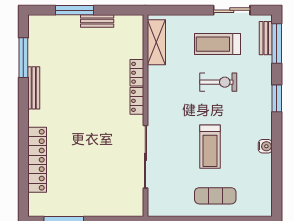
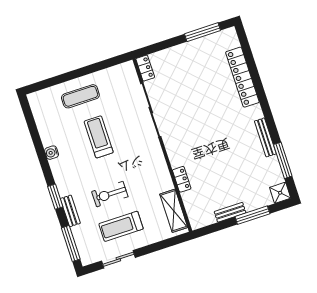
shower: (37, 24) -> (280, 193), added
bench: (266, 38) -> (70, 211), moved
treadmill: (217, 44) -> (121, 226), turned 180
locker: (137, 101) -> (145, 68), moved

